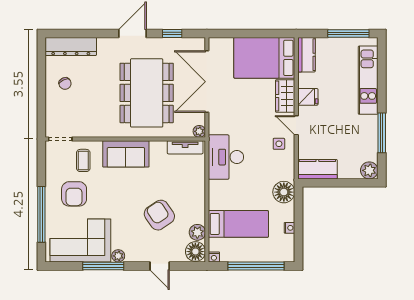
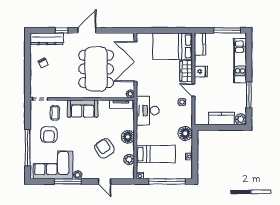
window: (172, 34) -> (62, 30), moved
kitchen counter: (317, 169) -> (222, 119), moved
floor lamp: (195, 252) -> (128, 137), moved

